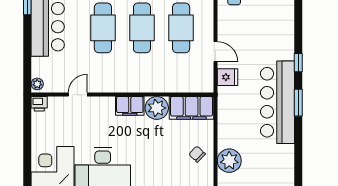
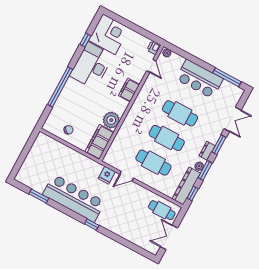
door: (78, 95) -> (151, 66), moved
window: (298, 103) -> (39, 196), moved
filing cabinet: (130, 106) -> (129, 90), moved
plant: (229, 161) -> (53, 148), removed

